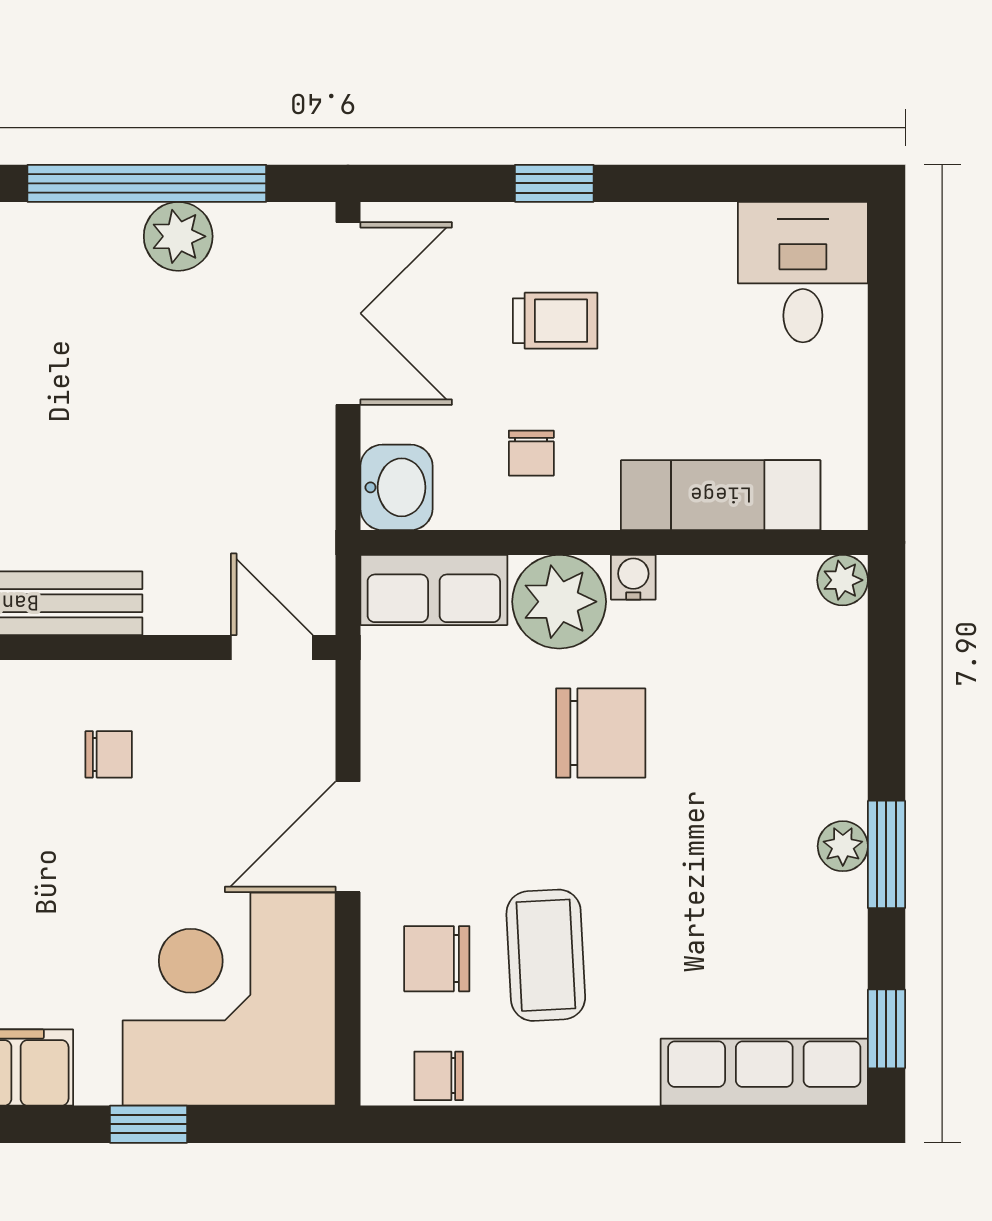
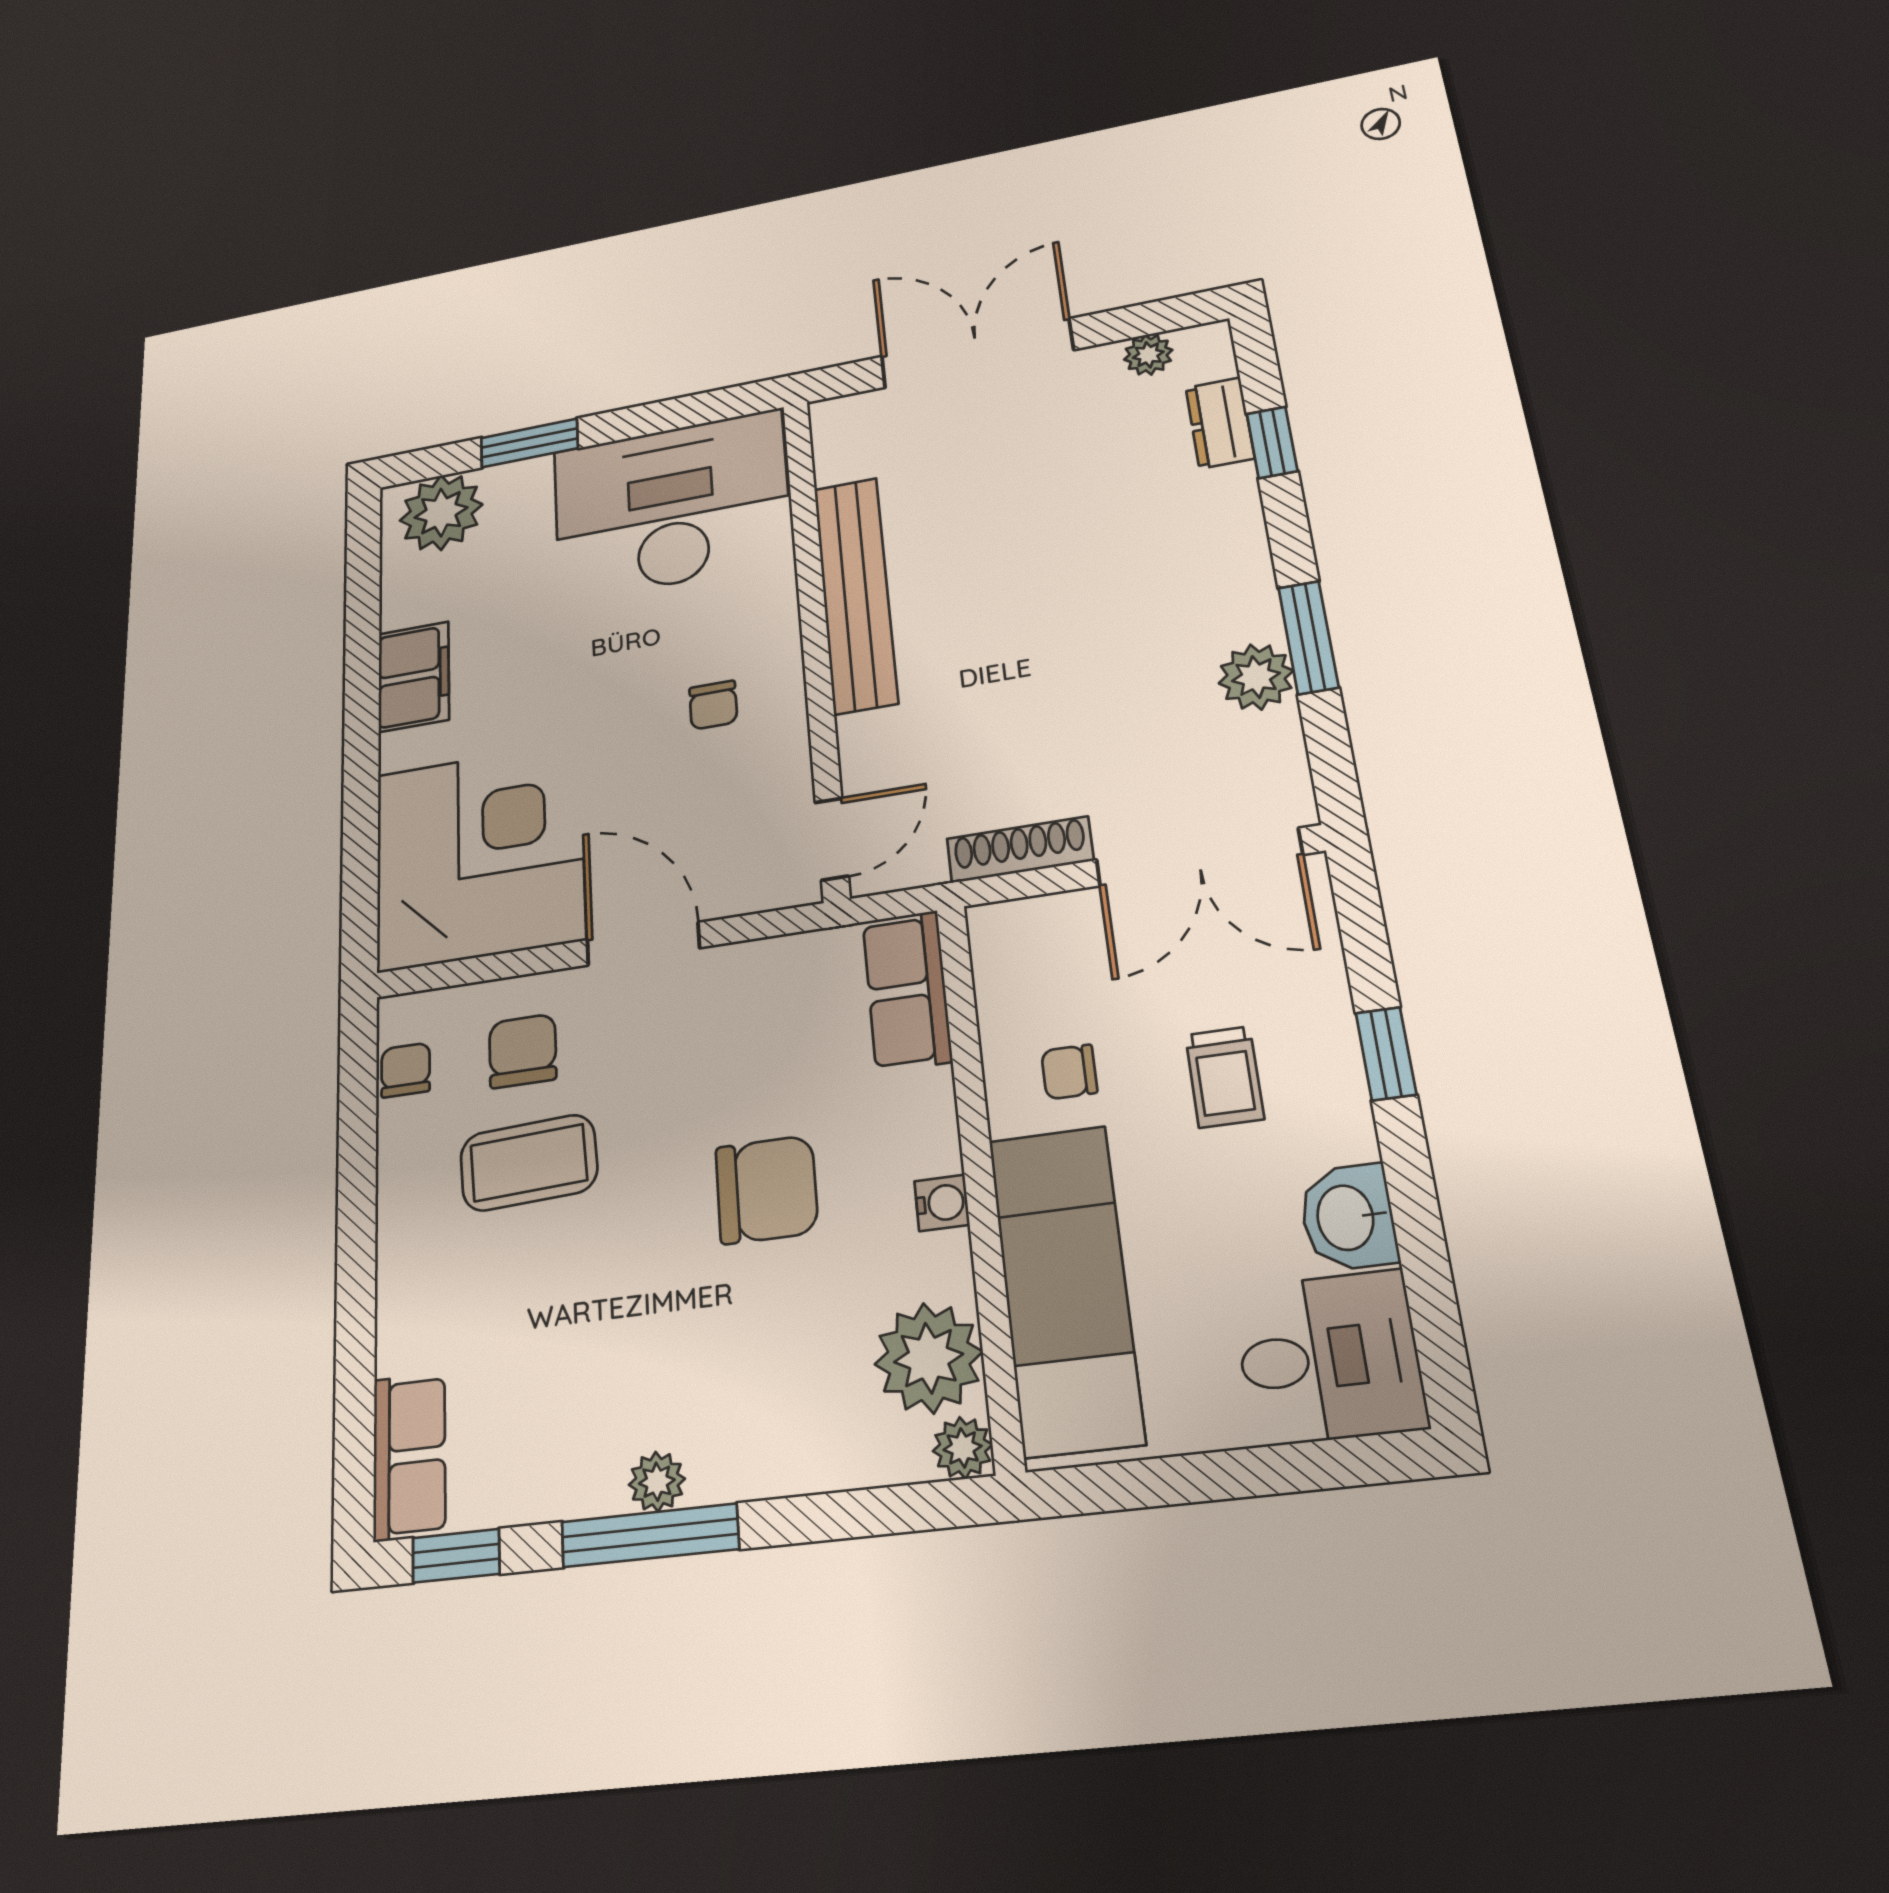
window: (147, 183) -> (1308, 637), width x0.47
shoe rack: (313, 473) -> (1020, 850), added
washbasin: (396, 487) -> (1348, 1217), moved, turned 90
exam couch: (721, 495) -> (1065, 1288), width x1.36, depth x1.45
plant: (559, 602) -> (929, 1358), moved
chair: (601, 733) -> (767, 1190), turned -90
window: (886, 854) -> (650, 1535), width x1.44
row of seats: (764, 1072) -> (409, 1456), width x0.68
window: (148, 1124) -> (361, 802), removed

